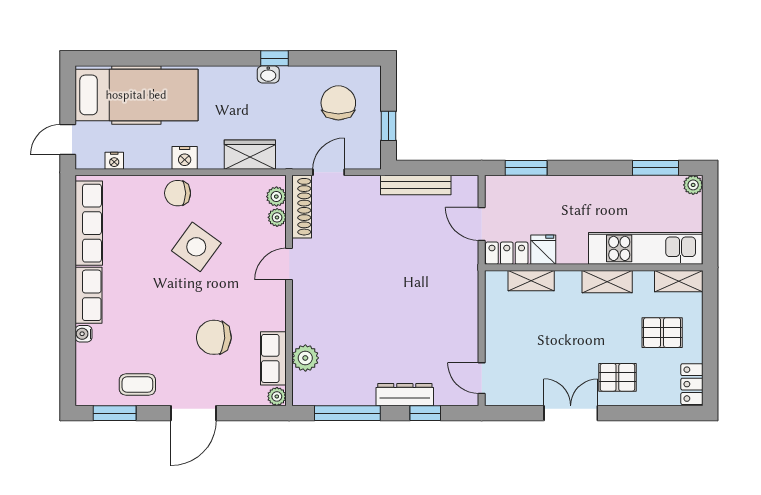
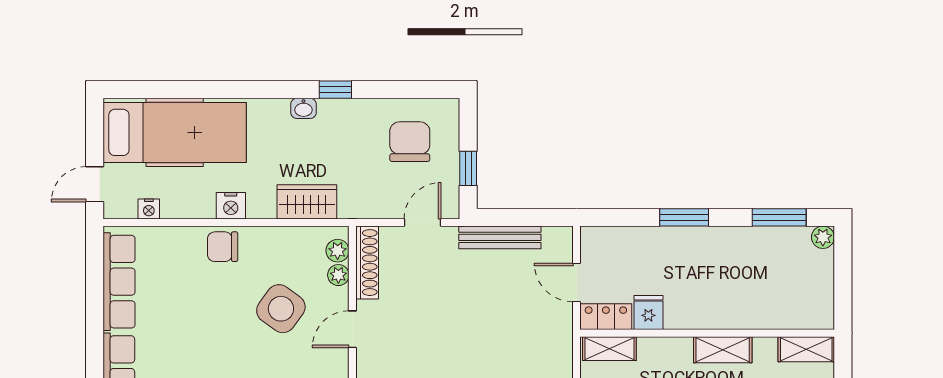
washbasin: (268, 74) -> (303, 108), moved
window: (526, 168) -> (684, 217), moved
door: (329, 172) -> (422, 222), moved
side table: (196, 247) -> (281, 309), moved
kitchen unit: (645, 248) -> (767, 311), removed
shelving: (531, 281) -> (609, 349), moved

